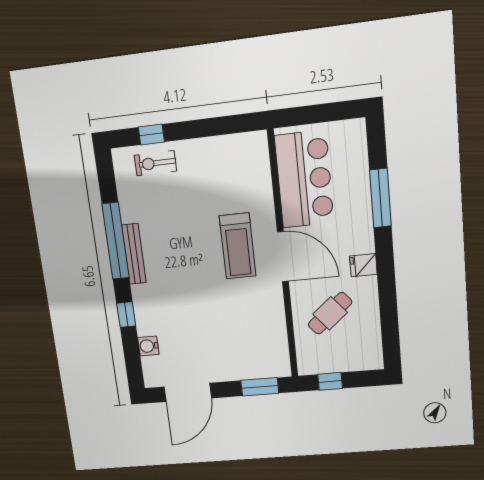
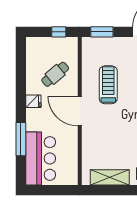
shelving: (220, 149) -> (110, 177), added
bar counter: (304, 179) -> (41, 158), moved, turned 180
treadmill: (238, 246) -> (108, 85), moved

